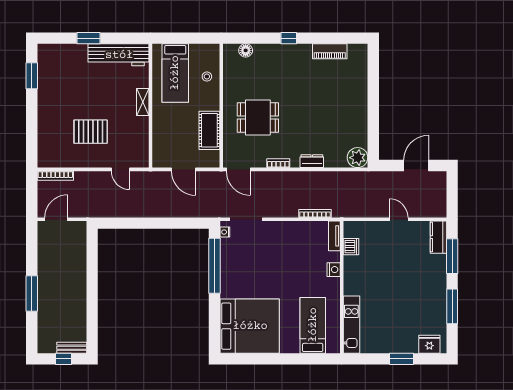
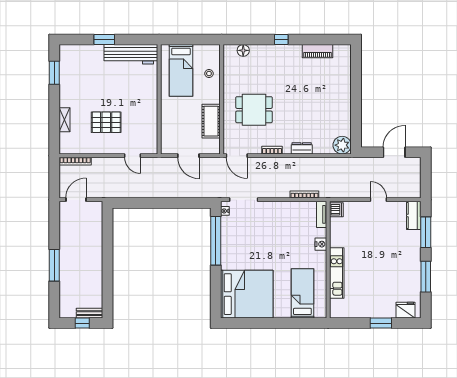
shelving: (143, 102) -> (65, 120), moved
dishwasher: (351, 247) -> (336, 210), moved
kitchen unit: (351, 325) -> (337, 273), moved

